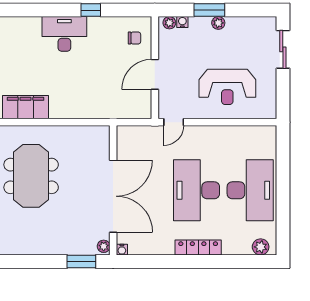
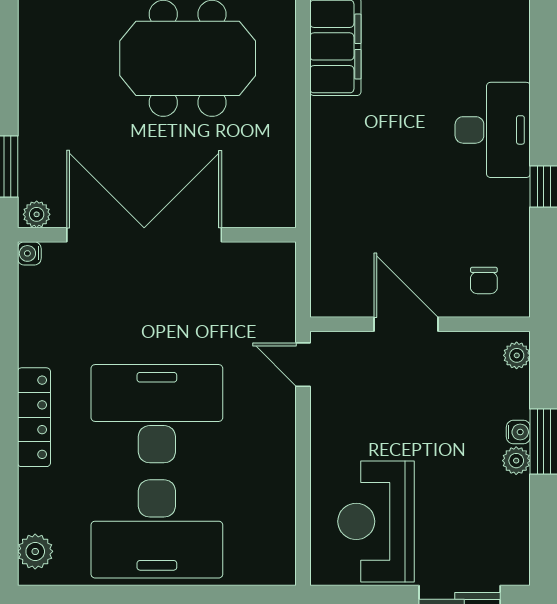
water cooler: (182, 22) -> (518, 432), moved
reception desk: (227, 87) -> (376, 521), moved
double door: (113, 196) -> (144, 235), swing flipped

